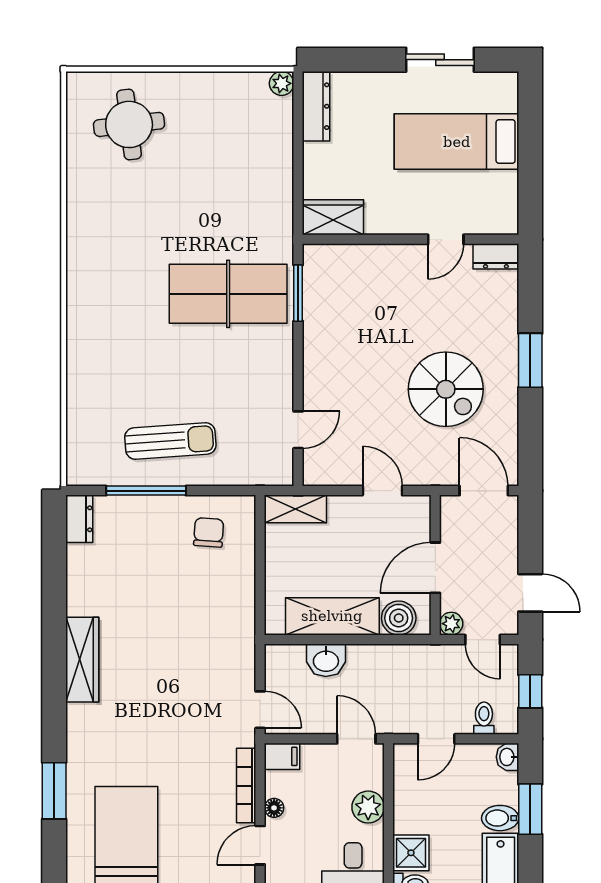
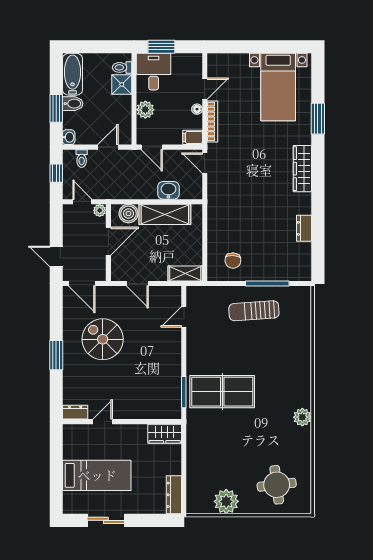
plant: (282, 83) -> (226, 501), moved, width x1.88, depth x1.88
plant: (82, 247) -> (302, 417), added
dresser: (79, 519) -> (304, 228), moved
door: (530, 593) -> (56, 256), moved
wardrobe: (82, 660) -> (302, 169), moved

